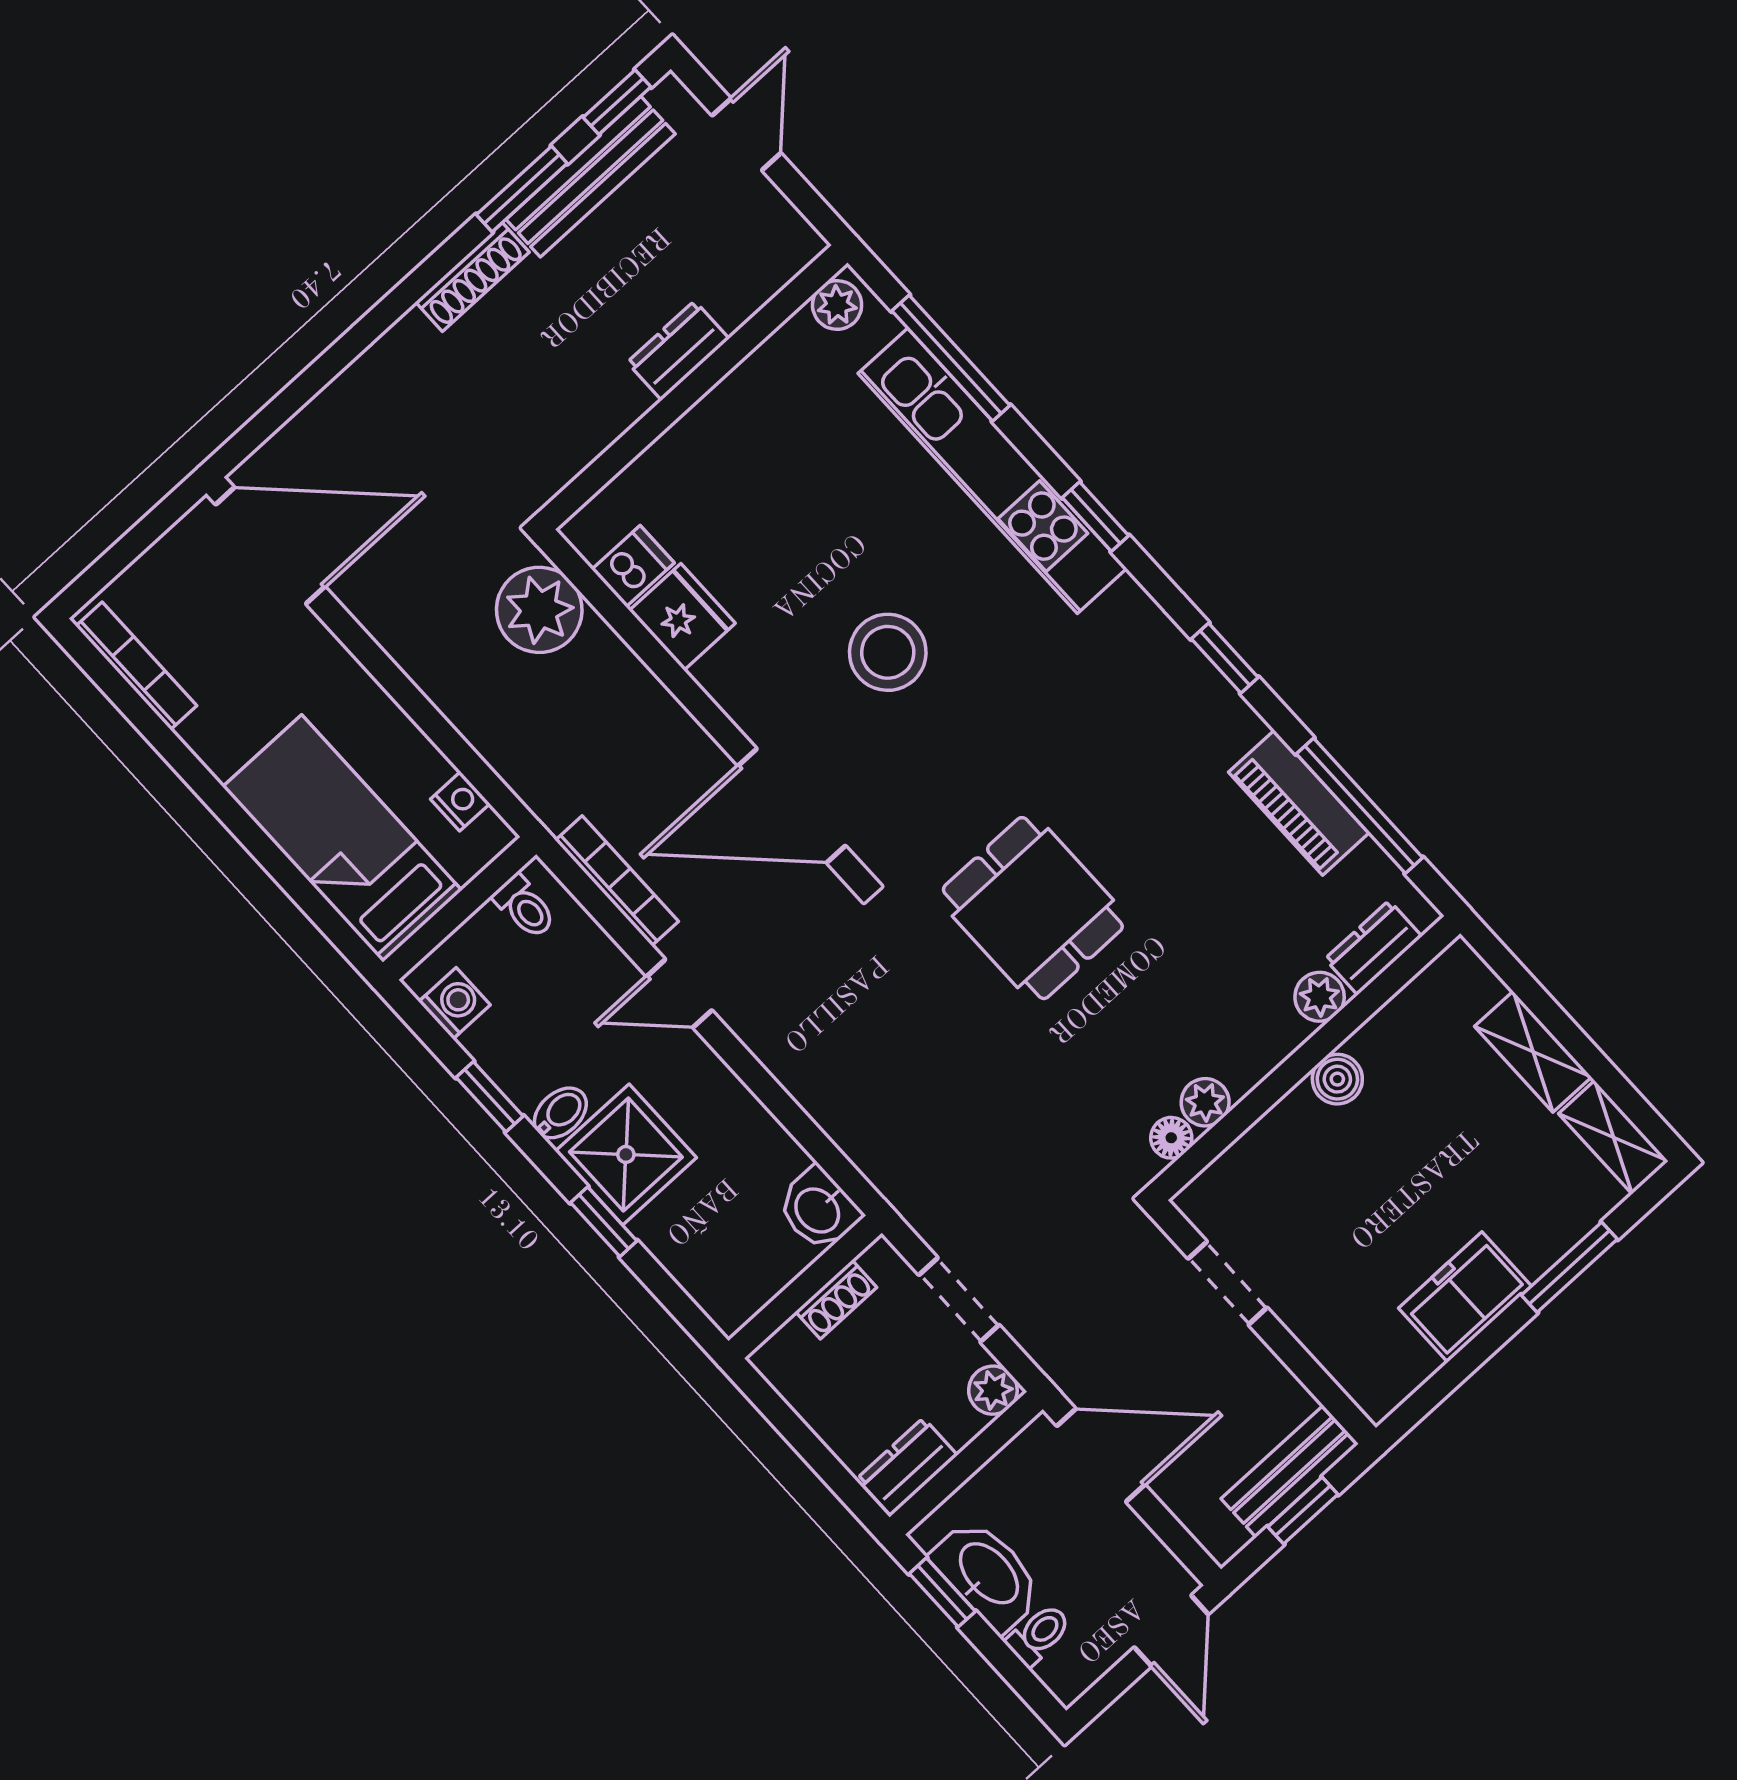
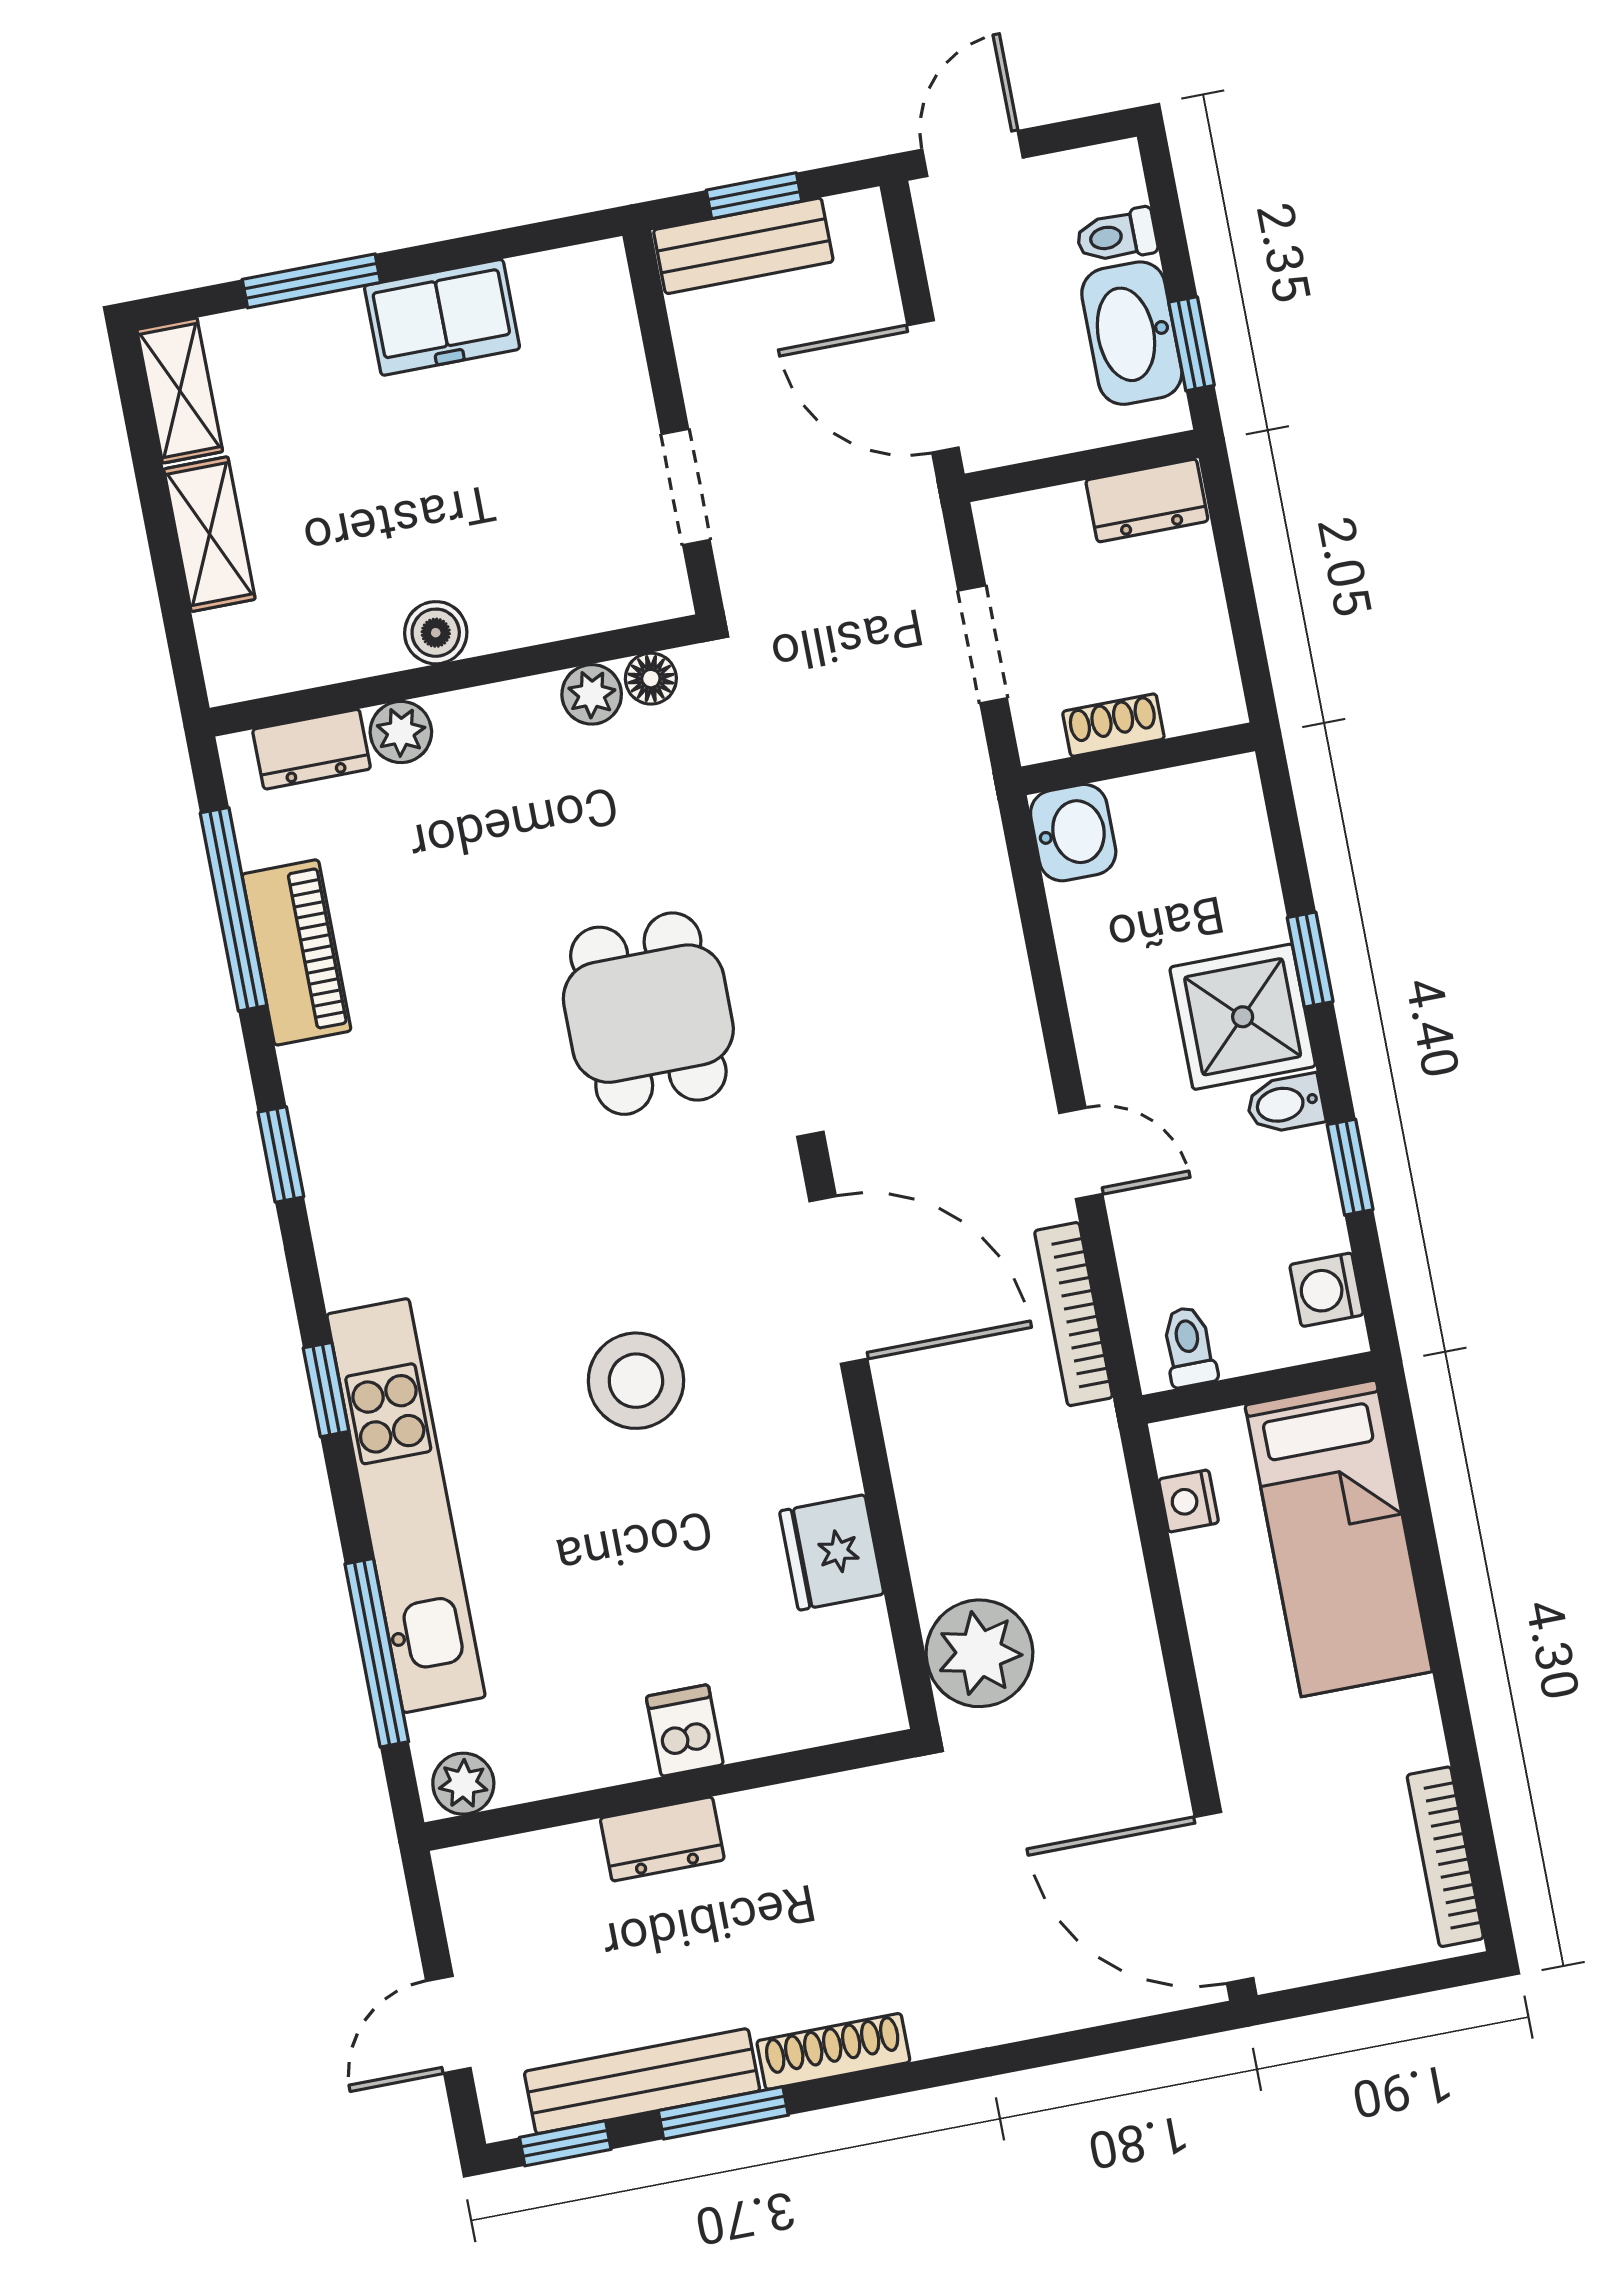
dishwasher: (633, 566) -> (685, 1730), moved, turned 90
plant: (993, 1390) -> (1006, 526), removed

